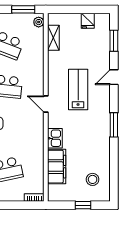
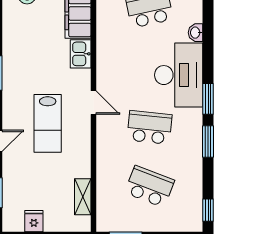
plant: (39, 22) -> (104, 219), removed

